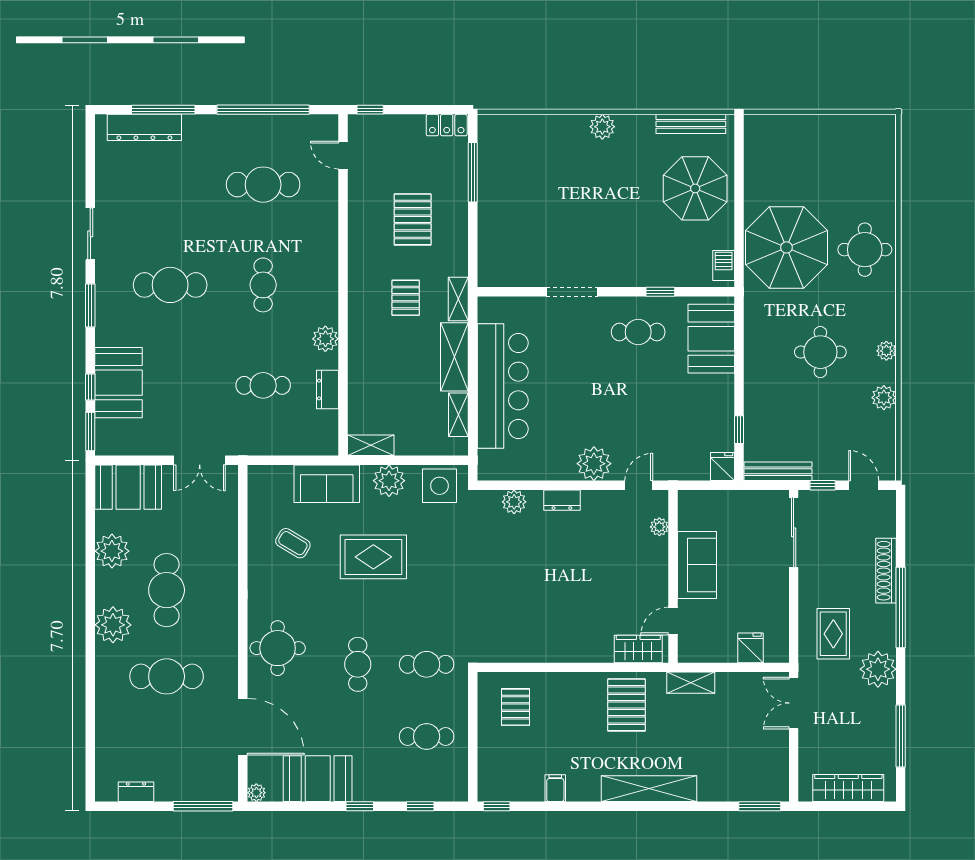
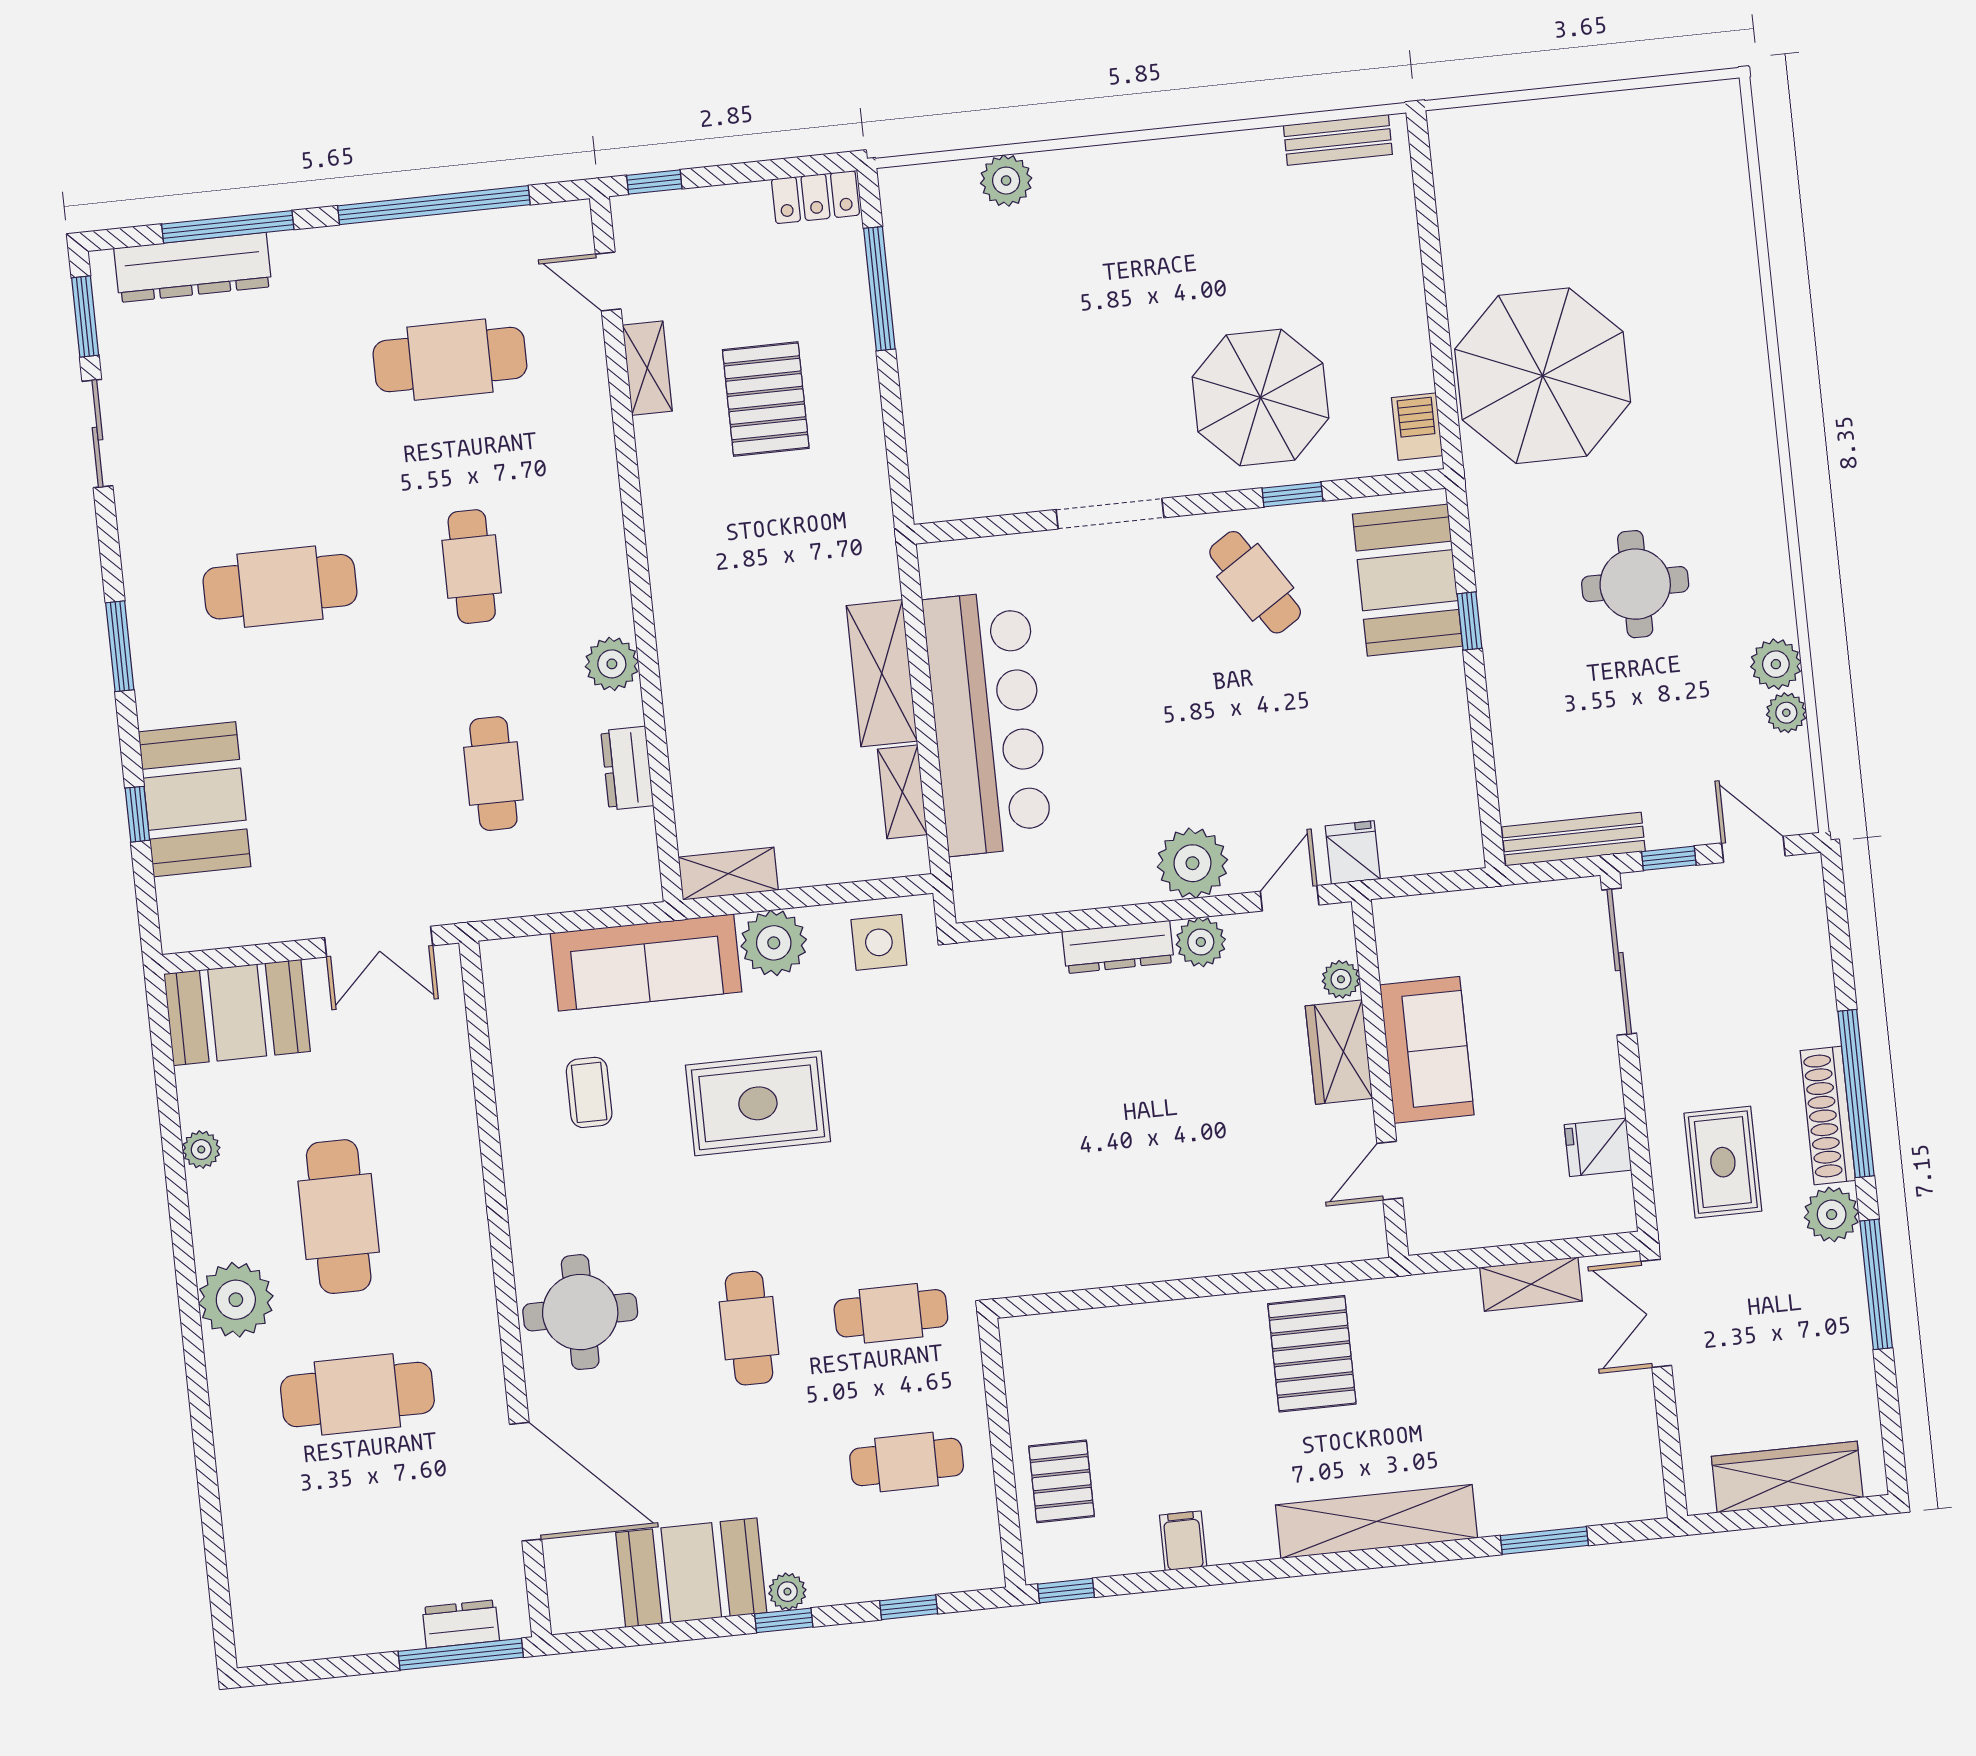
bench: (691, 124) -> (1338, 140), width x0.73
plant: (602, 127) -> (1006, 181), moved
parasol: (695, 188) -> (1260, 398), moved
sliding door: (90, 234) -> (97, 434), moved
round table: (865, 250) -> (1705, 363), removed
pallet: (406, 298) -> (768, 562), removed
shelving: (458, 299) -> (647, 368), moved
cafe table: (638, 332) -> (1255, 582), turned 57
plant: (886, 351) -> (1786, 713), moved
cafe table: (263, 385) -> (493, 774), turned 90
window: (739, 430) -> (1469, 621), moved
window: (90, 431) -> (85, 317), moved
fridge: (723, 467) -> (1353, 852), moved
sofa: (327, 484) -> (646, 963), width x1.36
side table: (440, 486) -> (879, 942), width x0.73, depth x0.73
dresser: (562, 500) -> (1118, 947), width x1.44
plant: (514, 502) -> (1201, 942), moved
coffee table: (293, 543) -> (589, 1092), turned 59
plant: (112, 551) -> (201, 1150), width x0.53, depth x0.53
shoe rack: (886, 571) -> (1828, 1115), moved
fridge: (750, 648) -> (1598, 1147), moved, turned -90
wardrobe: (638, 649) -> (1339, 1052), moved, turned -90
plant: (878, 669) -> (1832, 1214), width x0.73, depth x0.73
shelving: (691, 683) -> (1531, 1284), moved
pallet: (515, 707) -> (1062, 1481), moved
window: (901, 736) -> (1876, 1284), moved
dresser: (136, 792) -> (461, 1624), moved
plant: (256, 793) -> (787, 1592), moved
window: (760, 806) -> (1544, 1540), moved

